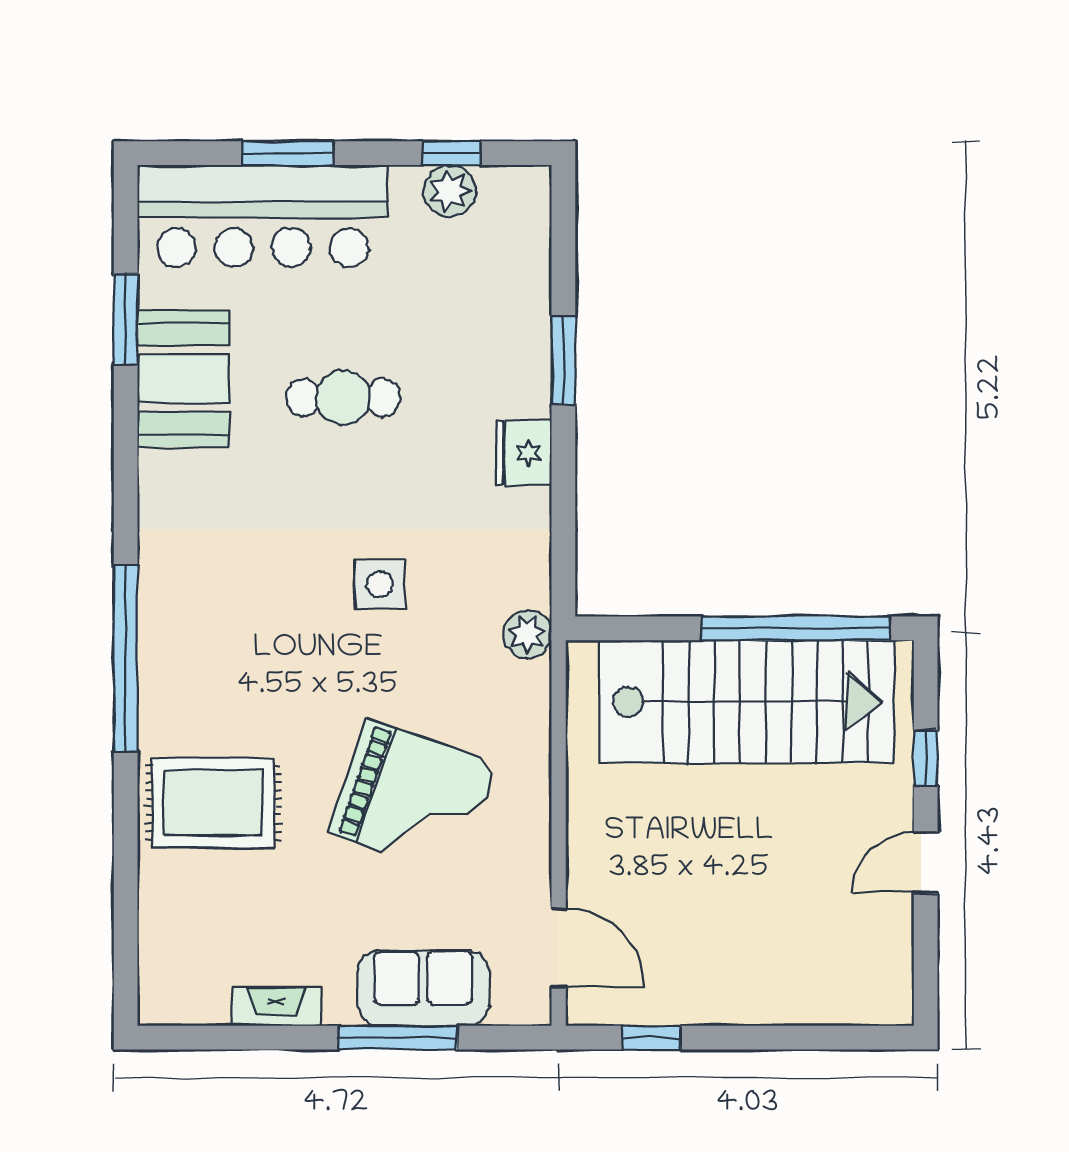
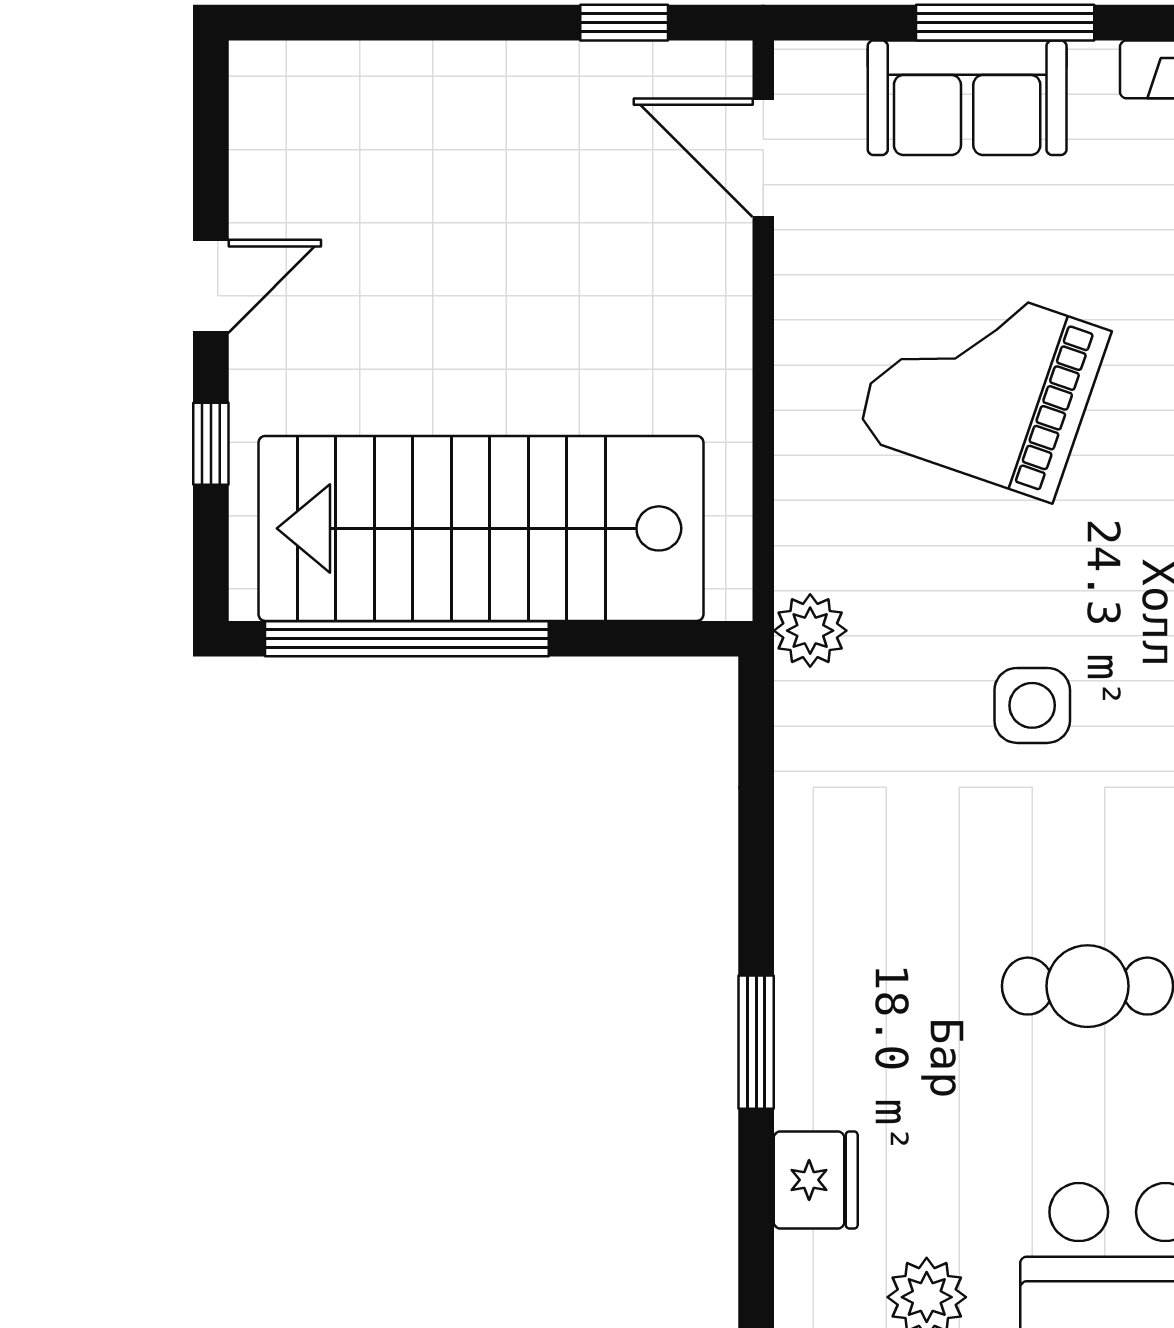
fridge: (524, 453) -> (816, 1180), moved

